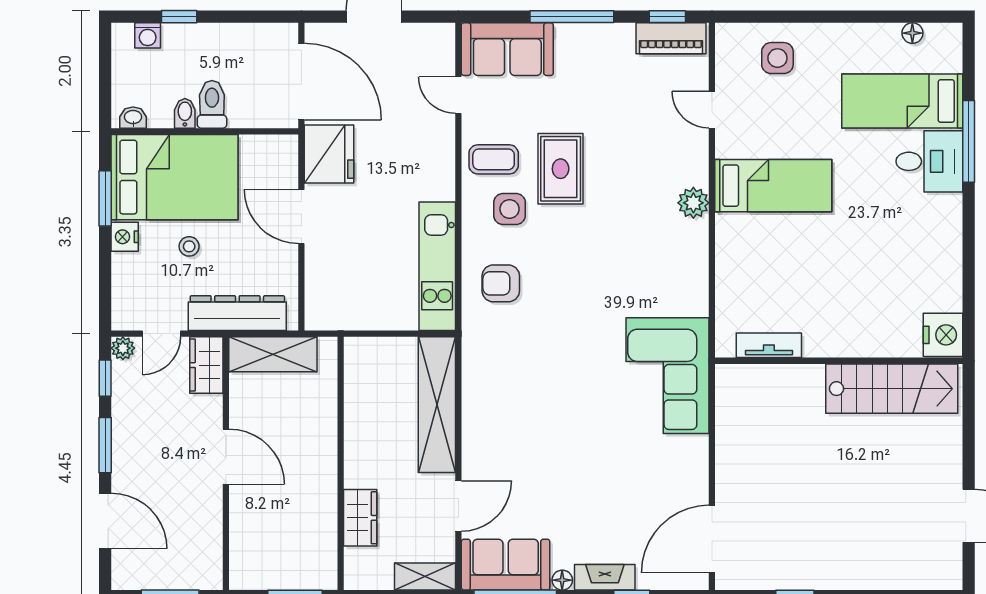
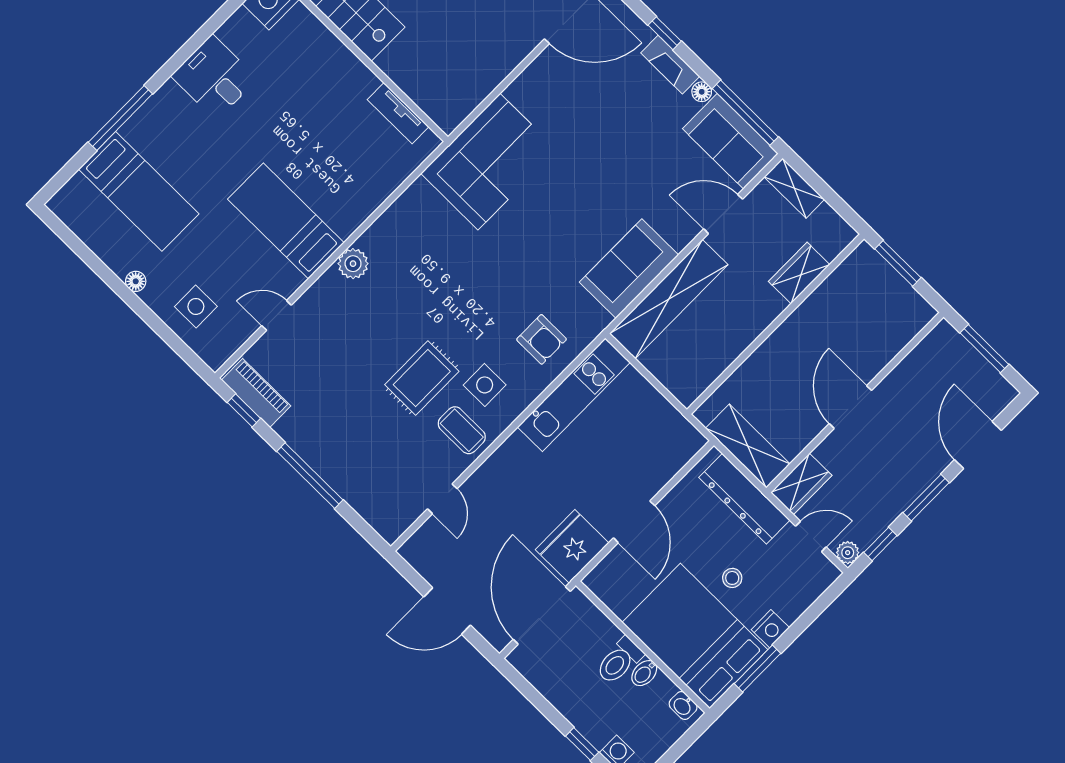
floor lamp: (912, 33) -> (136, 281), moved
sofa: (507, 49) -> (629, 269), moved, turned -90
door: (712, 110) -> (277, 315), swing flipped
desk: (929, 161) -> (214, 77), moved

